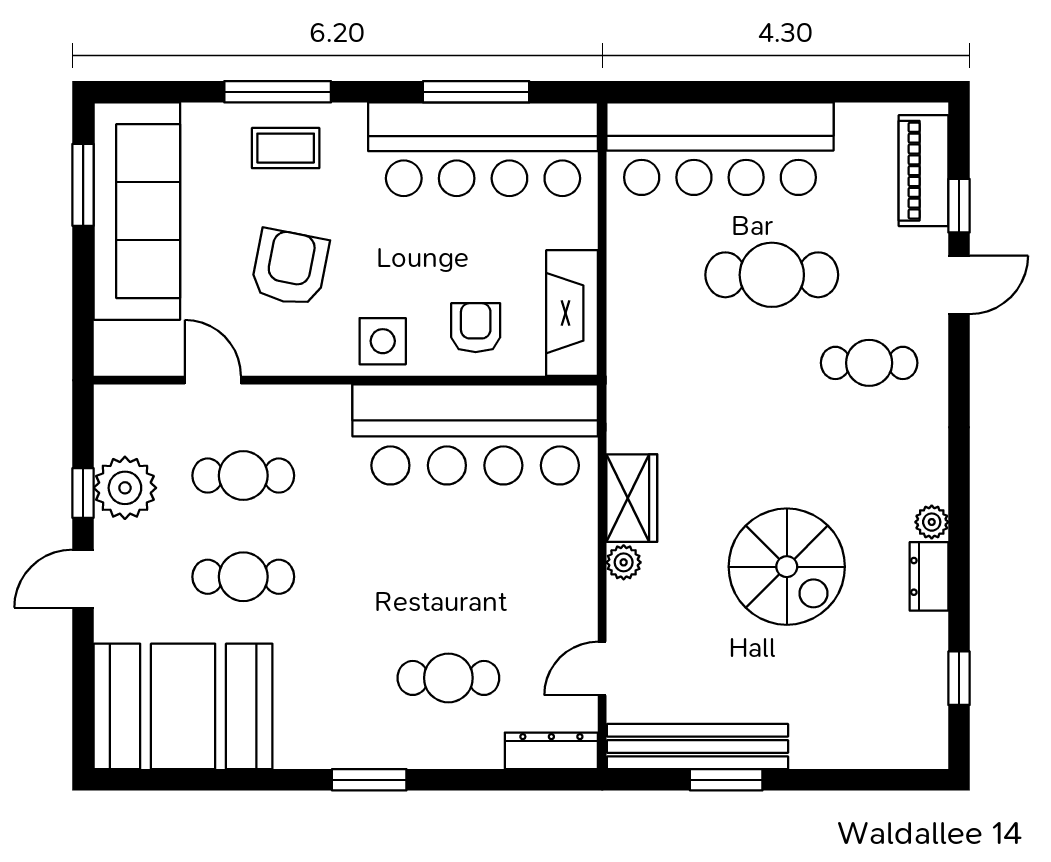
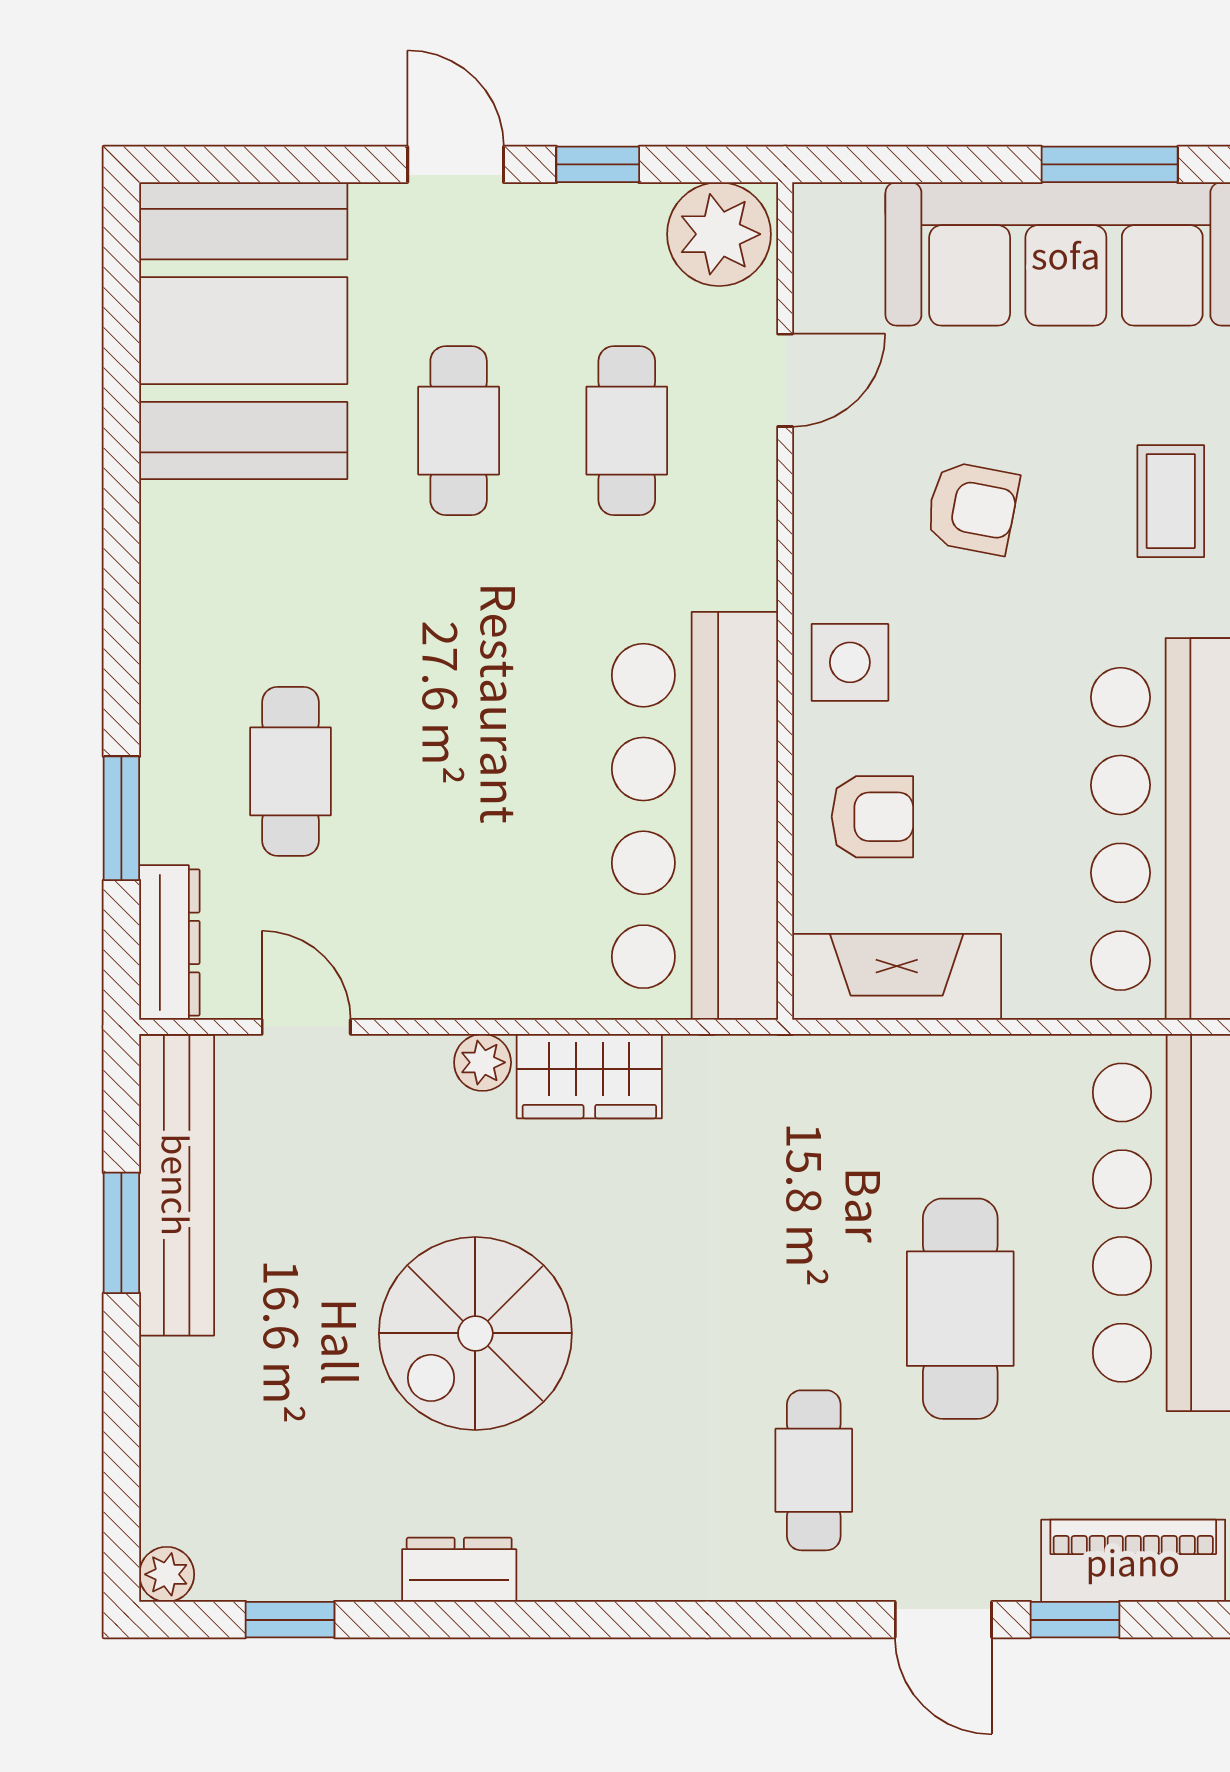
armchair: (290, 268) -> (972, 508), width x0.72, depth x0.72
plant: (125, 488) -> (719, 234), moved
plant: (932, 522) -> (167, 1574), moved
window: (369, 780) -> (121, 818), moved

